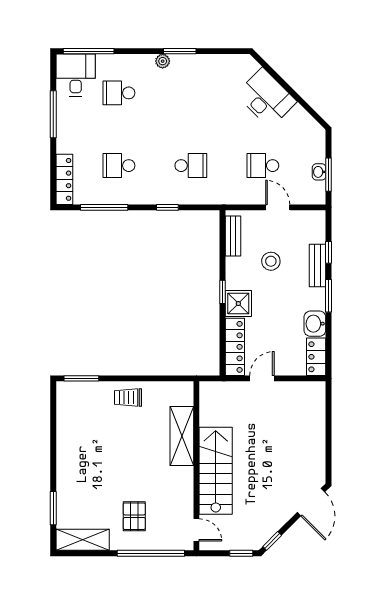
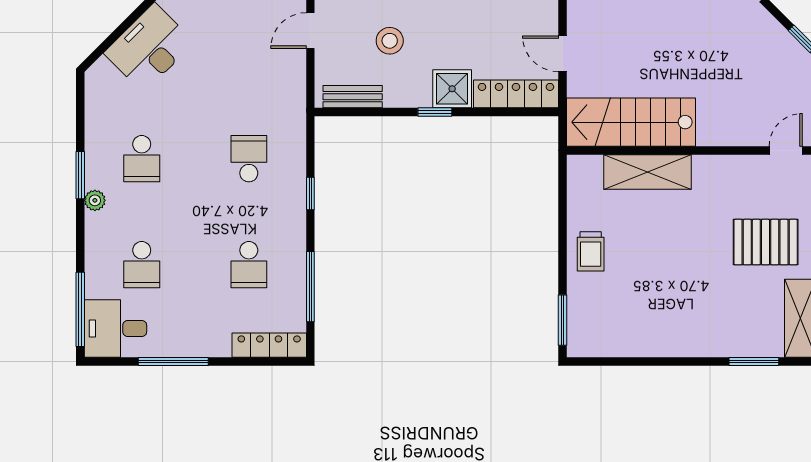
school desk: (263, 166) -> (142, 159), moved
stairs: (216, 471) -> (631, 122), moved
pallet: (134, 516) -> (766, 242), width x1.50, depth x1.42

